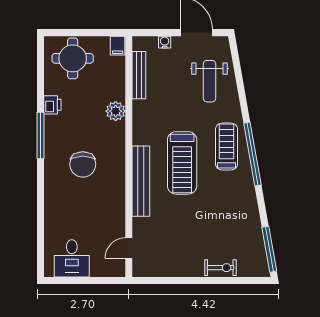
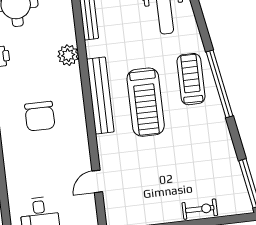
bench: (141, 181) -> (100, 95), moved
door: (129, 248) -> (97, 181), moved

